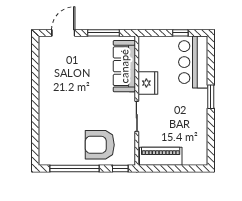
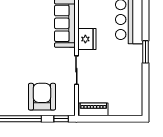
armchair: (100, 145) -> (42, 97), turned 90
piano: (161, 156) -> (93, 109), width x0.73, depth x0.75

